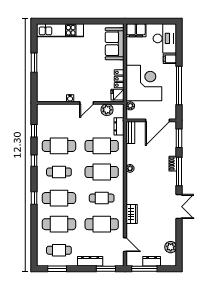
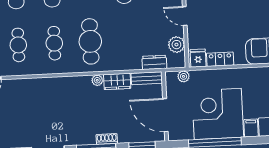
corner desk: (144, 83) -> (218, 114), moved, turned 180
cafe table: (102, 146) -> (126, 40), removed
wardrobe: (132, 214) -> (117, 81), moved
cafe table: (102, 224) -> (18, 45), width x0.73, depth x0.74

